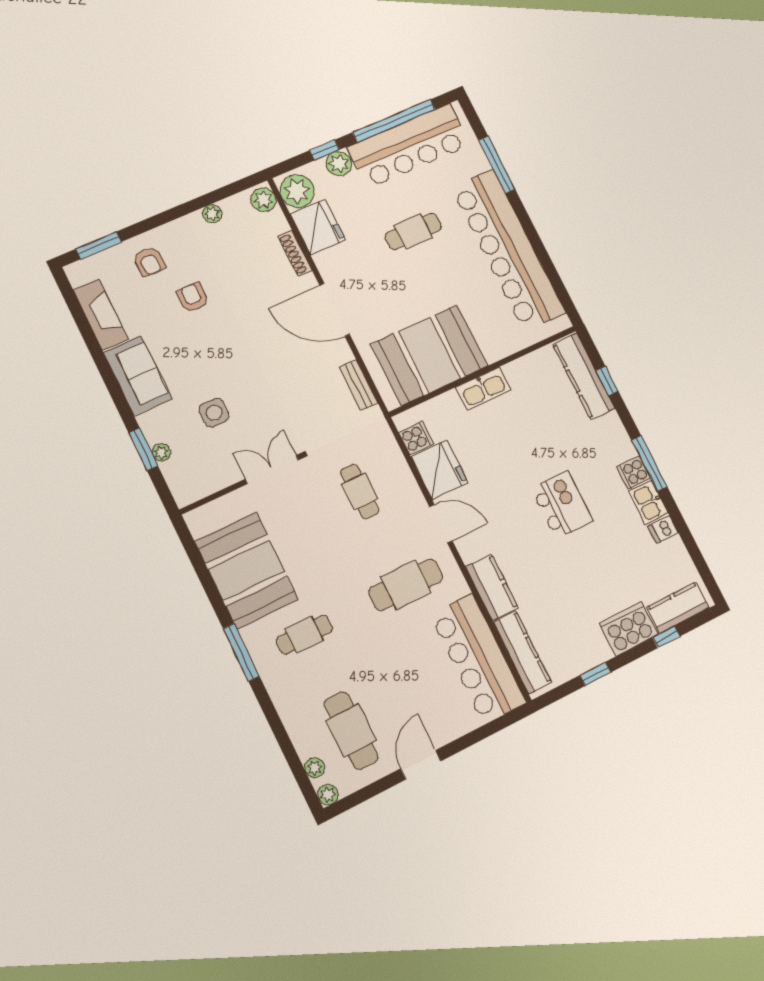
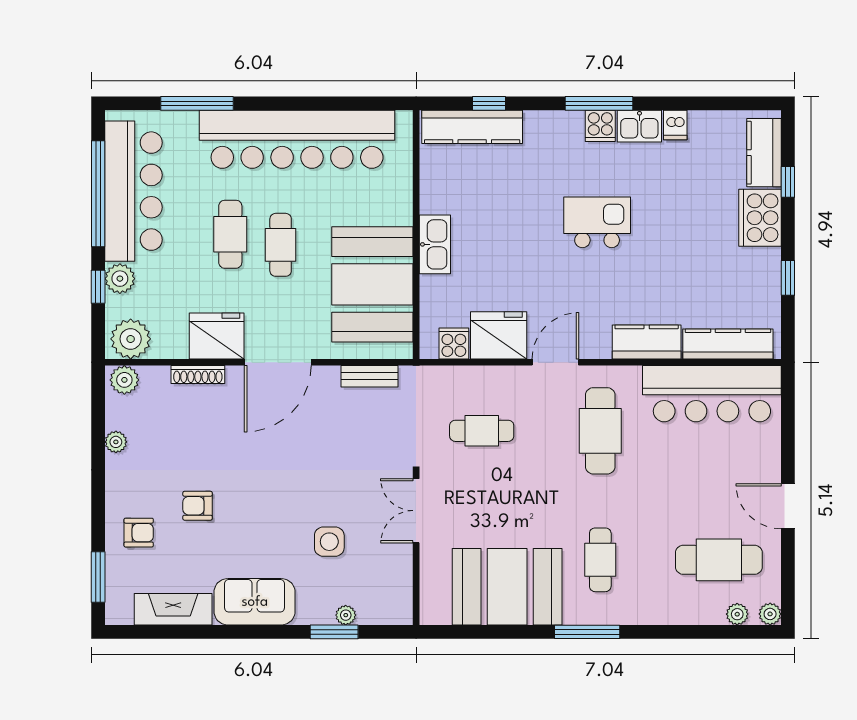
fridge: (318, 227) -> (217, 336), moved
cafe table: (424, 272) -> (281, 245), added

